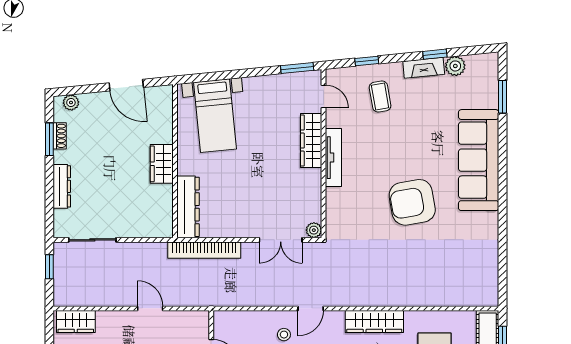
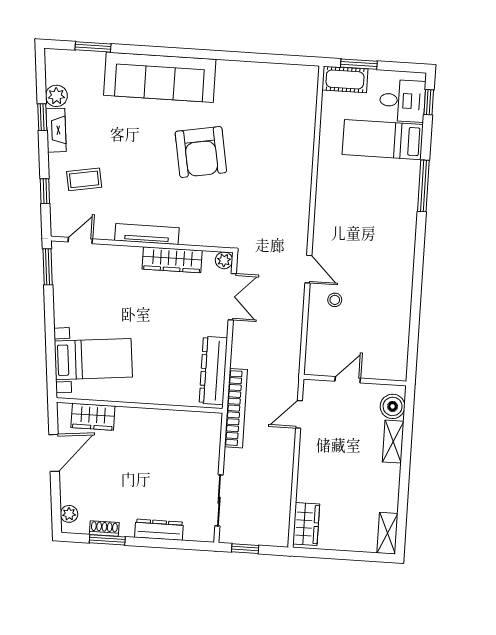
wardrobe: (311, 141) -> (172, 260), moved
wardrobe: (162, 164) -> (93, 417), moved
dresser: (188, 207) -> (213, 371), moved, turned -90
bookcase: (204, 250) -> (236, 408), moved
door: (150, 308) -> (299, 414), moved
wardrobe: (374, 322) -> (327, 201), removed

